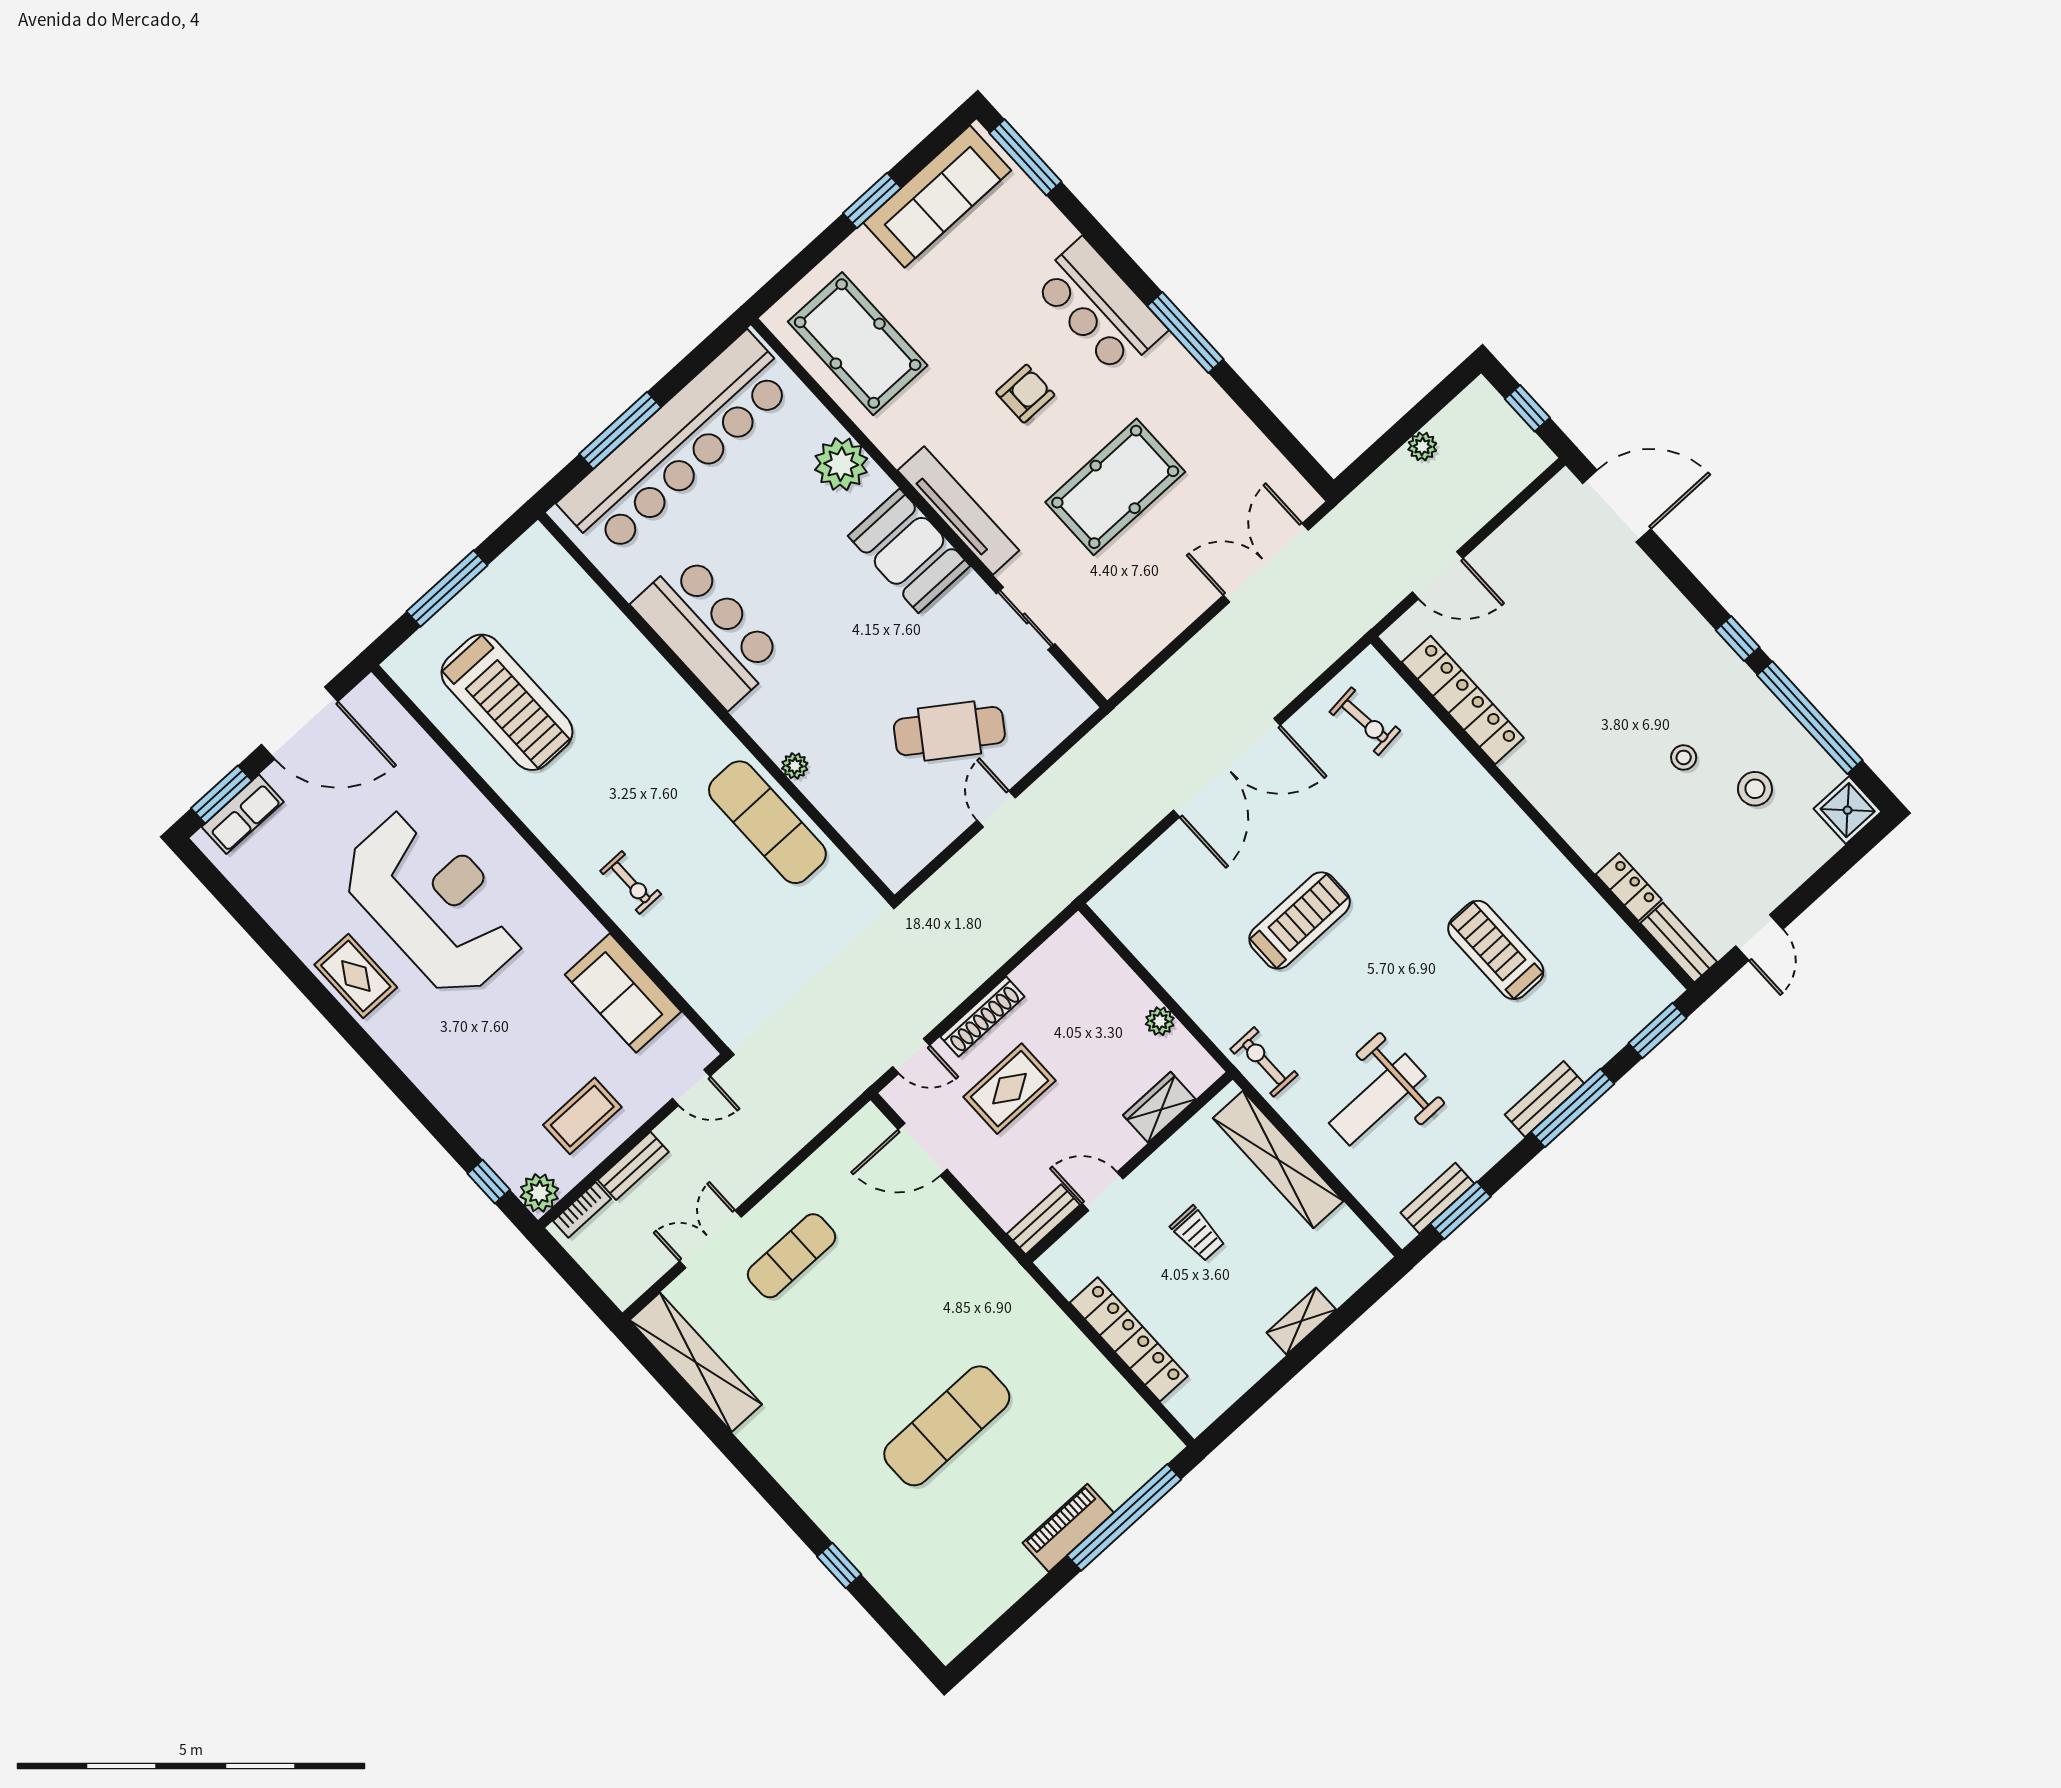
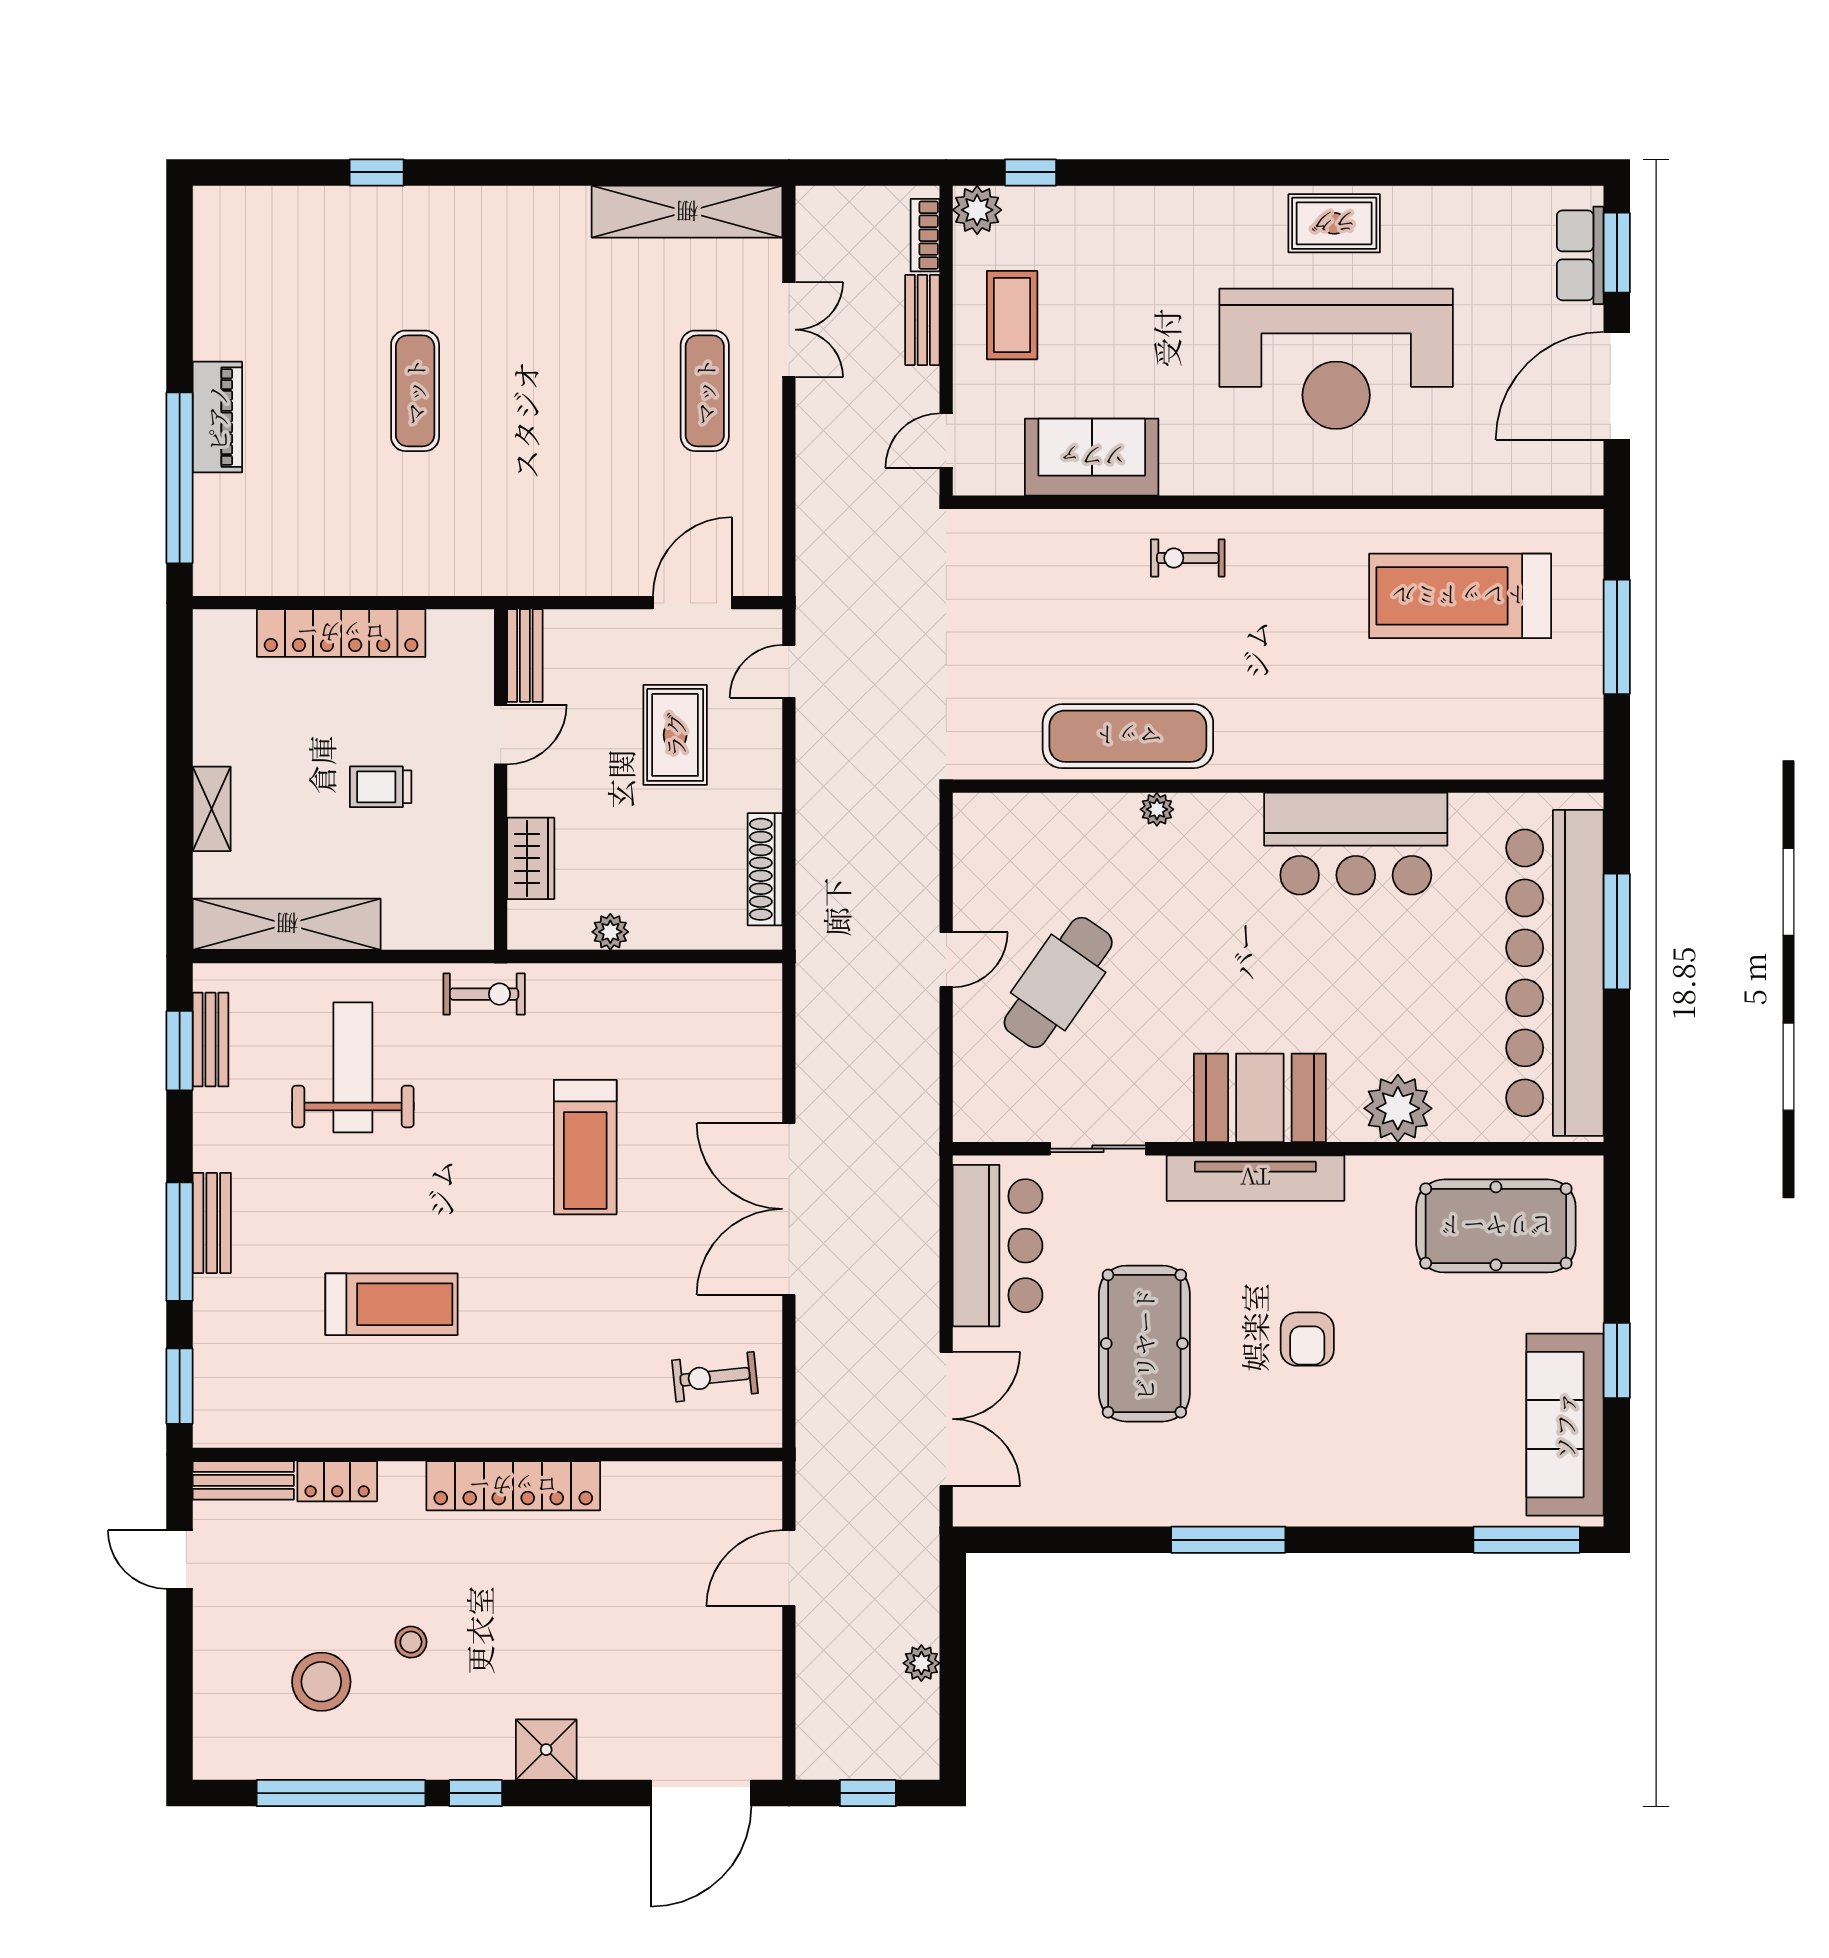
bar counter: (1099, 307) -> (998, 1246), moved, turned 90
locker: (1463, 700) -> (513, 1486), moved
stool: (1755, 789) -> (321, 1682), width x1.38, depth x1.38
door: (996, 809) -> (946, 960), hinge flipped
shower: (1848, 810) -> (546, 1750), moved
shoe rack: (982, 1017) -> (765, 869), moved
shelving: (1278, 1160) -> (287, 924), moved
exercise mat: (947, 1426) -> (415, 391), width x0.73, depth x0.69

